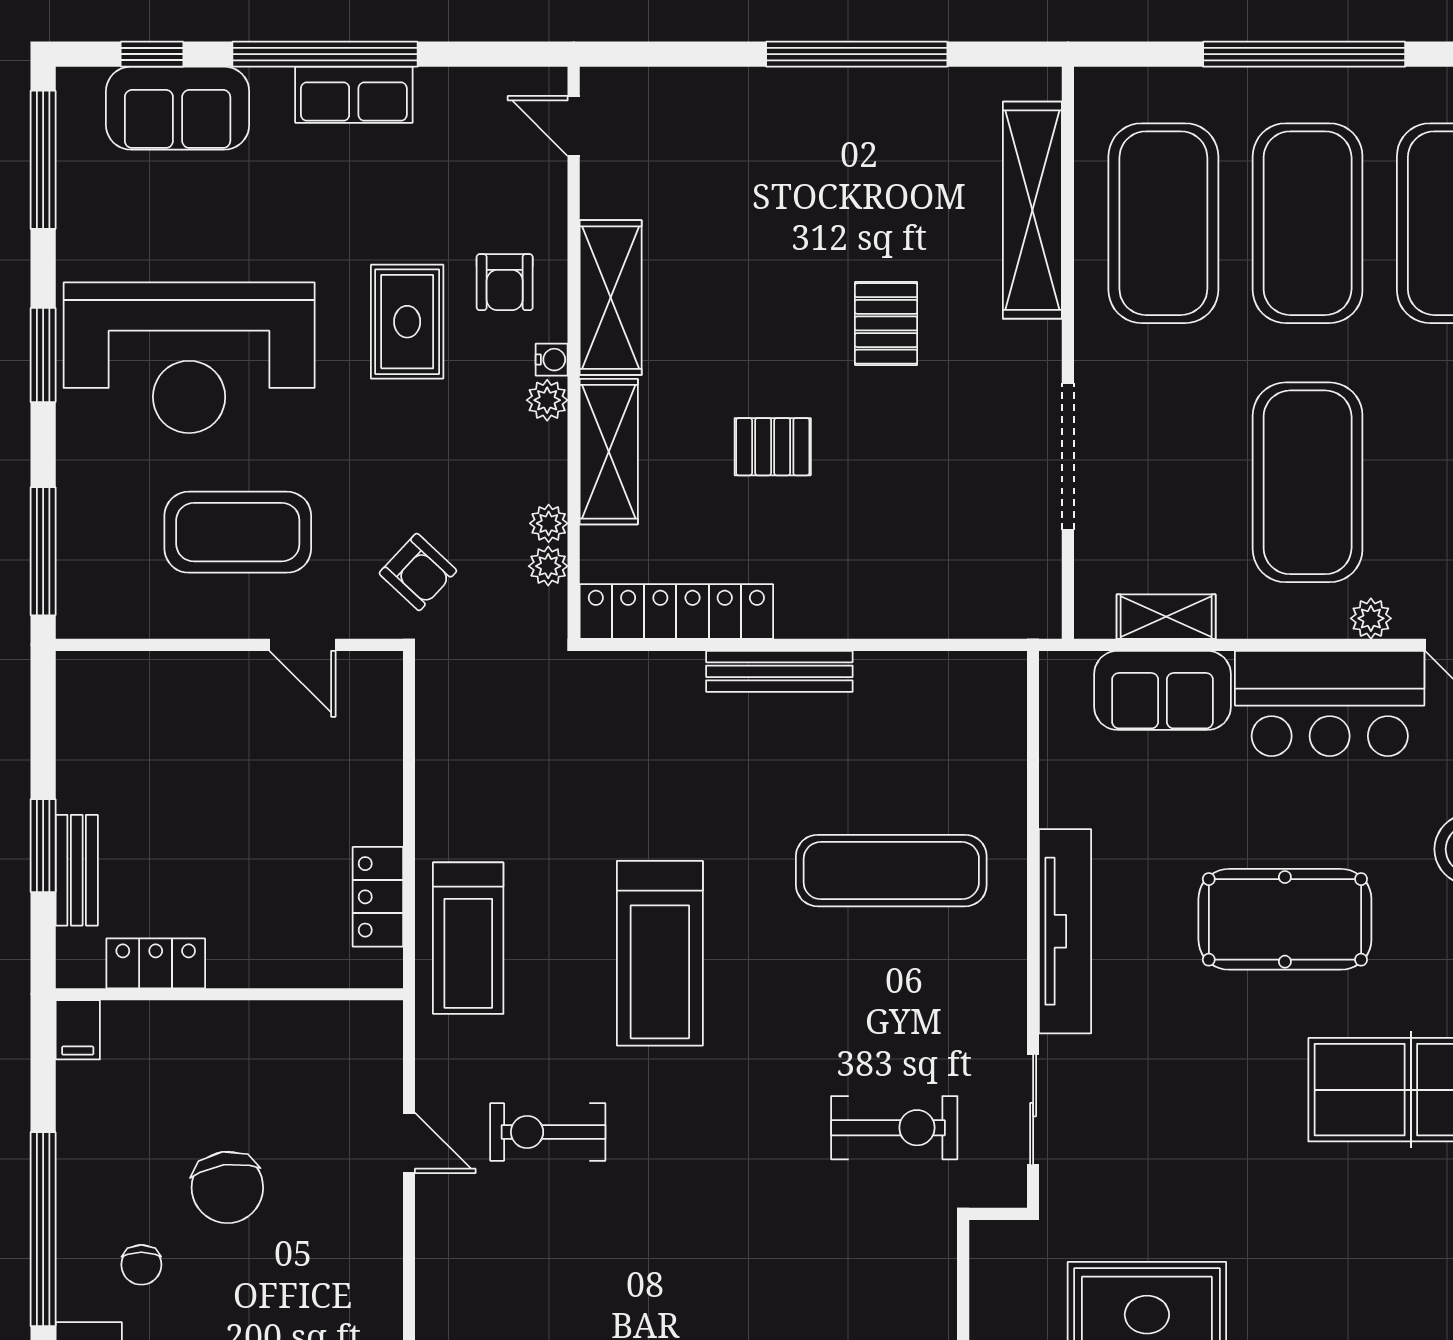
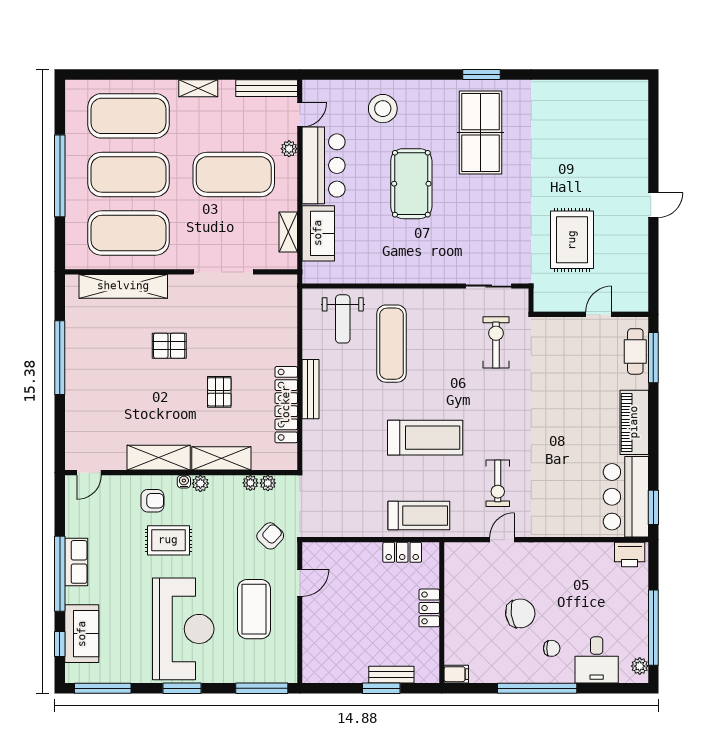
locker: (676, 611) -> (286, 405), moved
weight bench: (952, 751) -> (343, 319), added
tv unit: (1065, 931) -> (416, 273), removed
locker: (156, 963) -> (429, 608), moved

